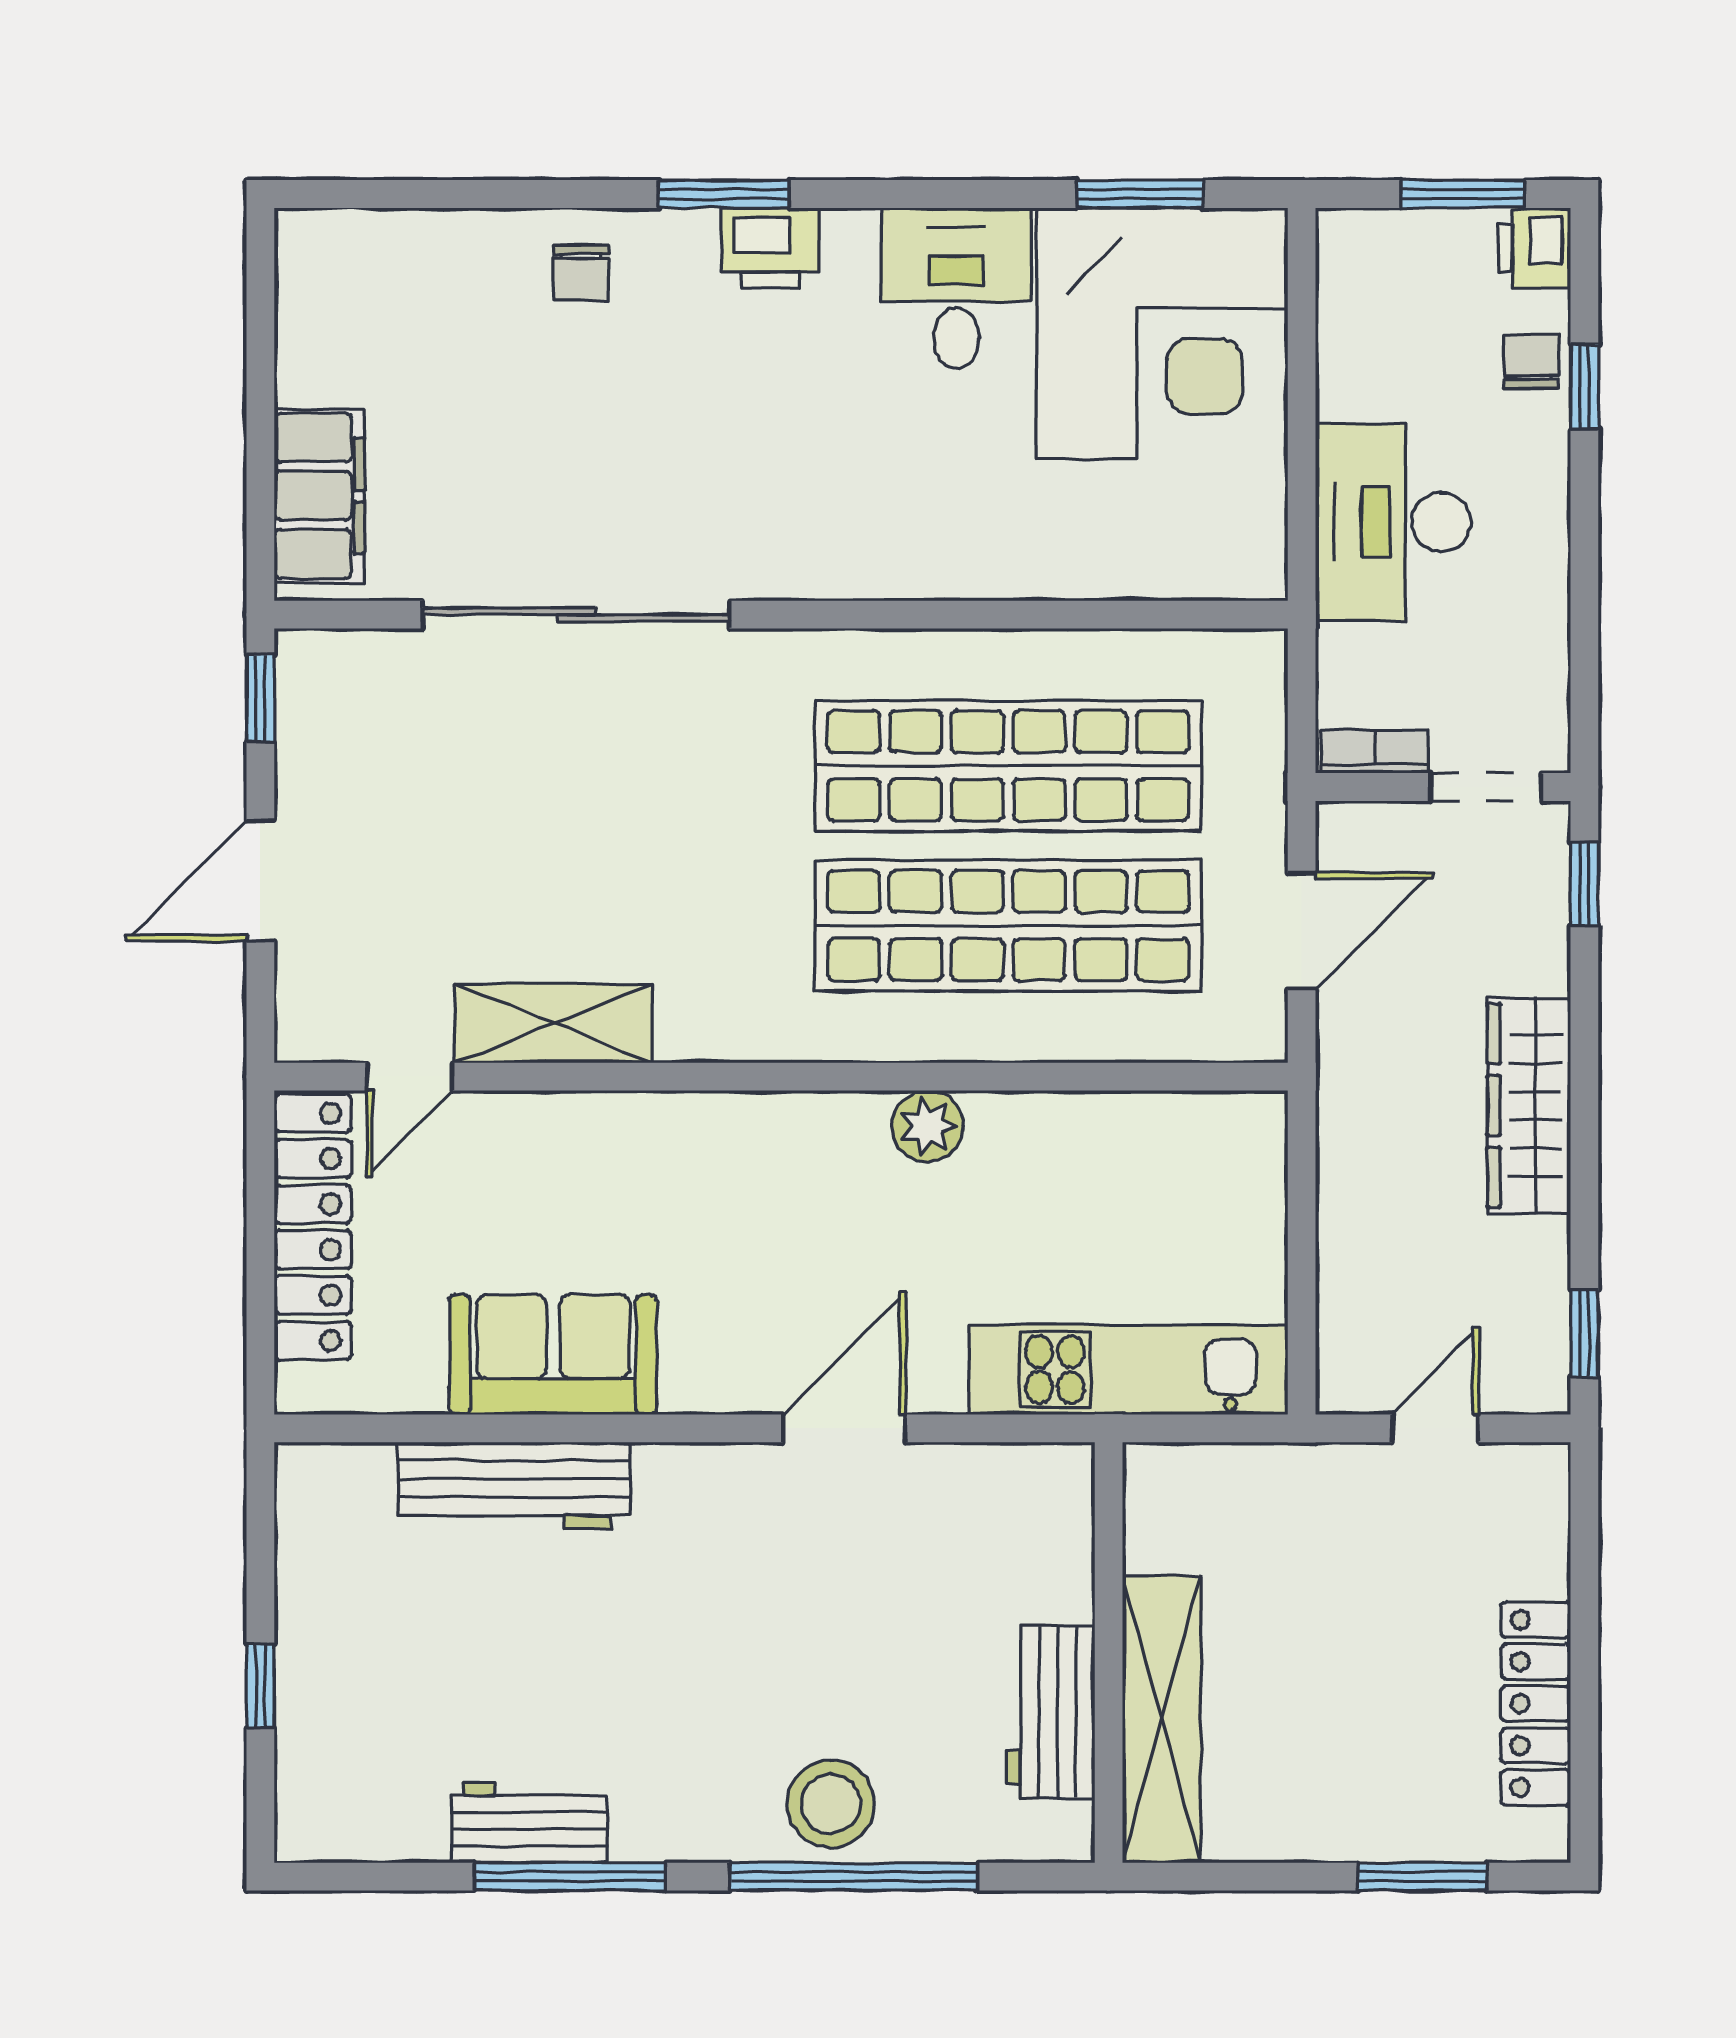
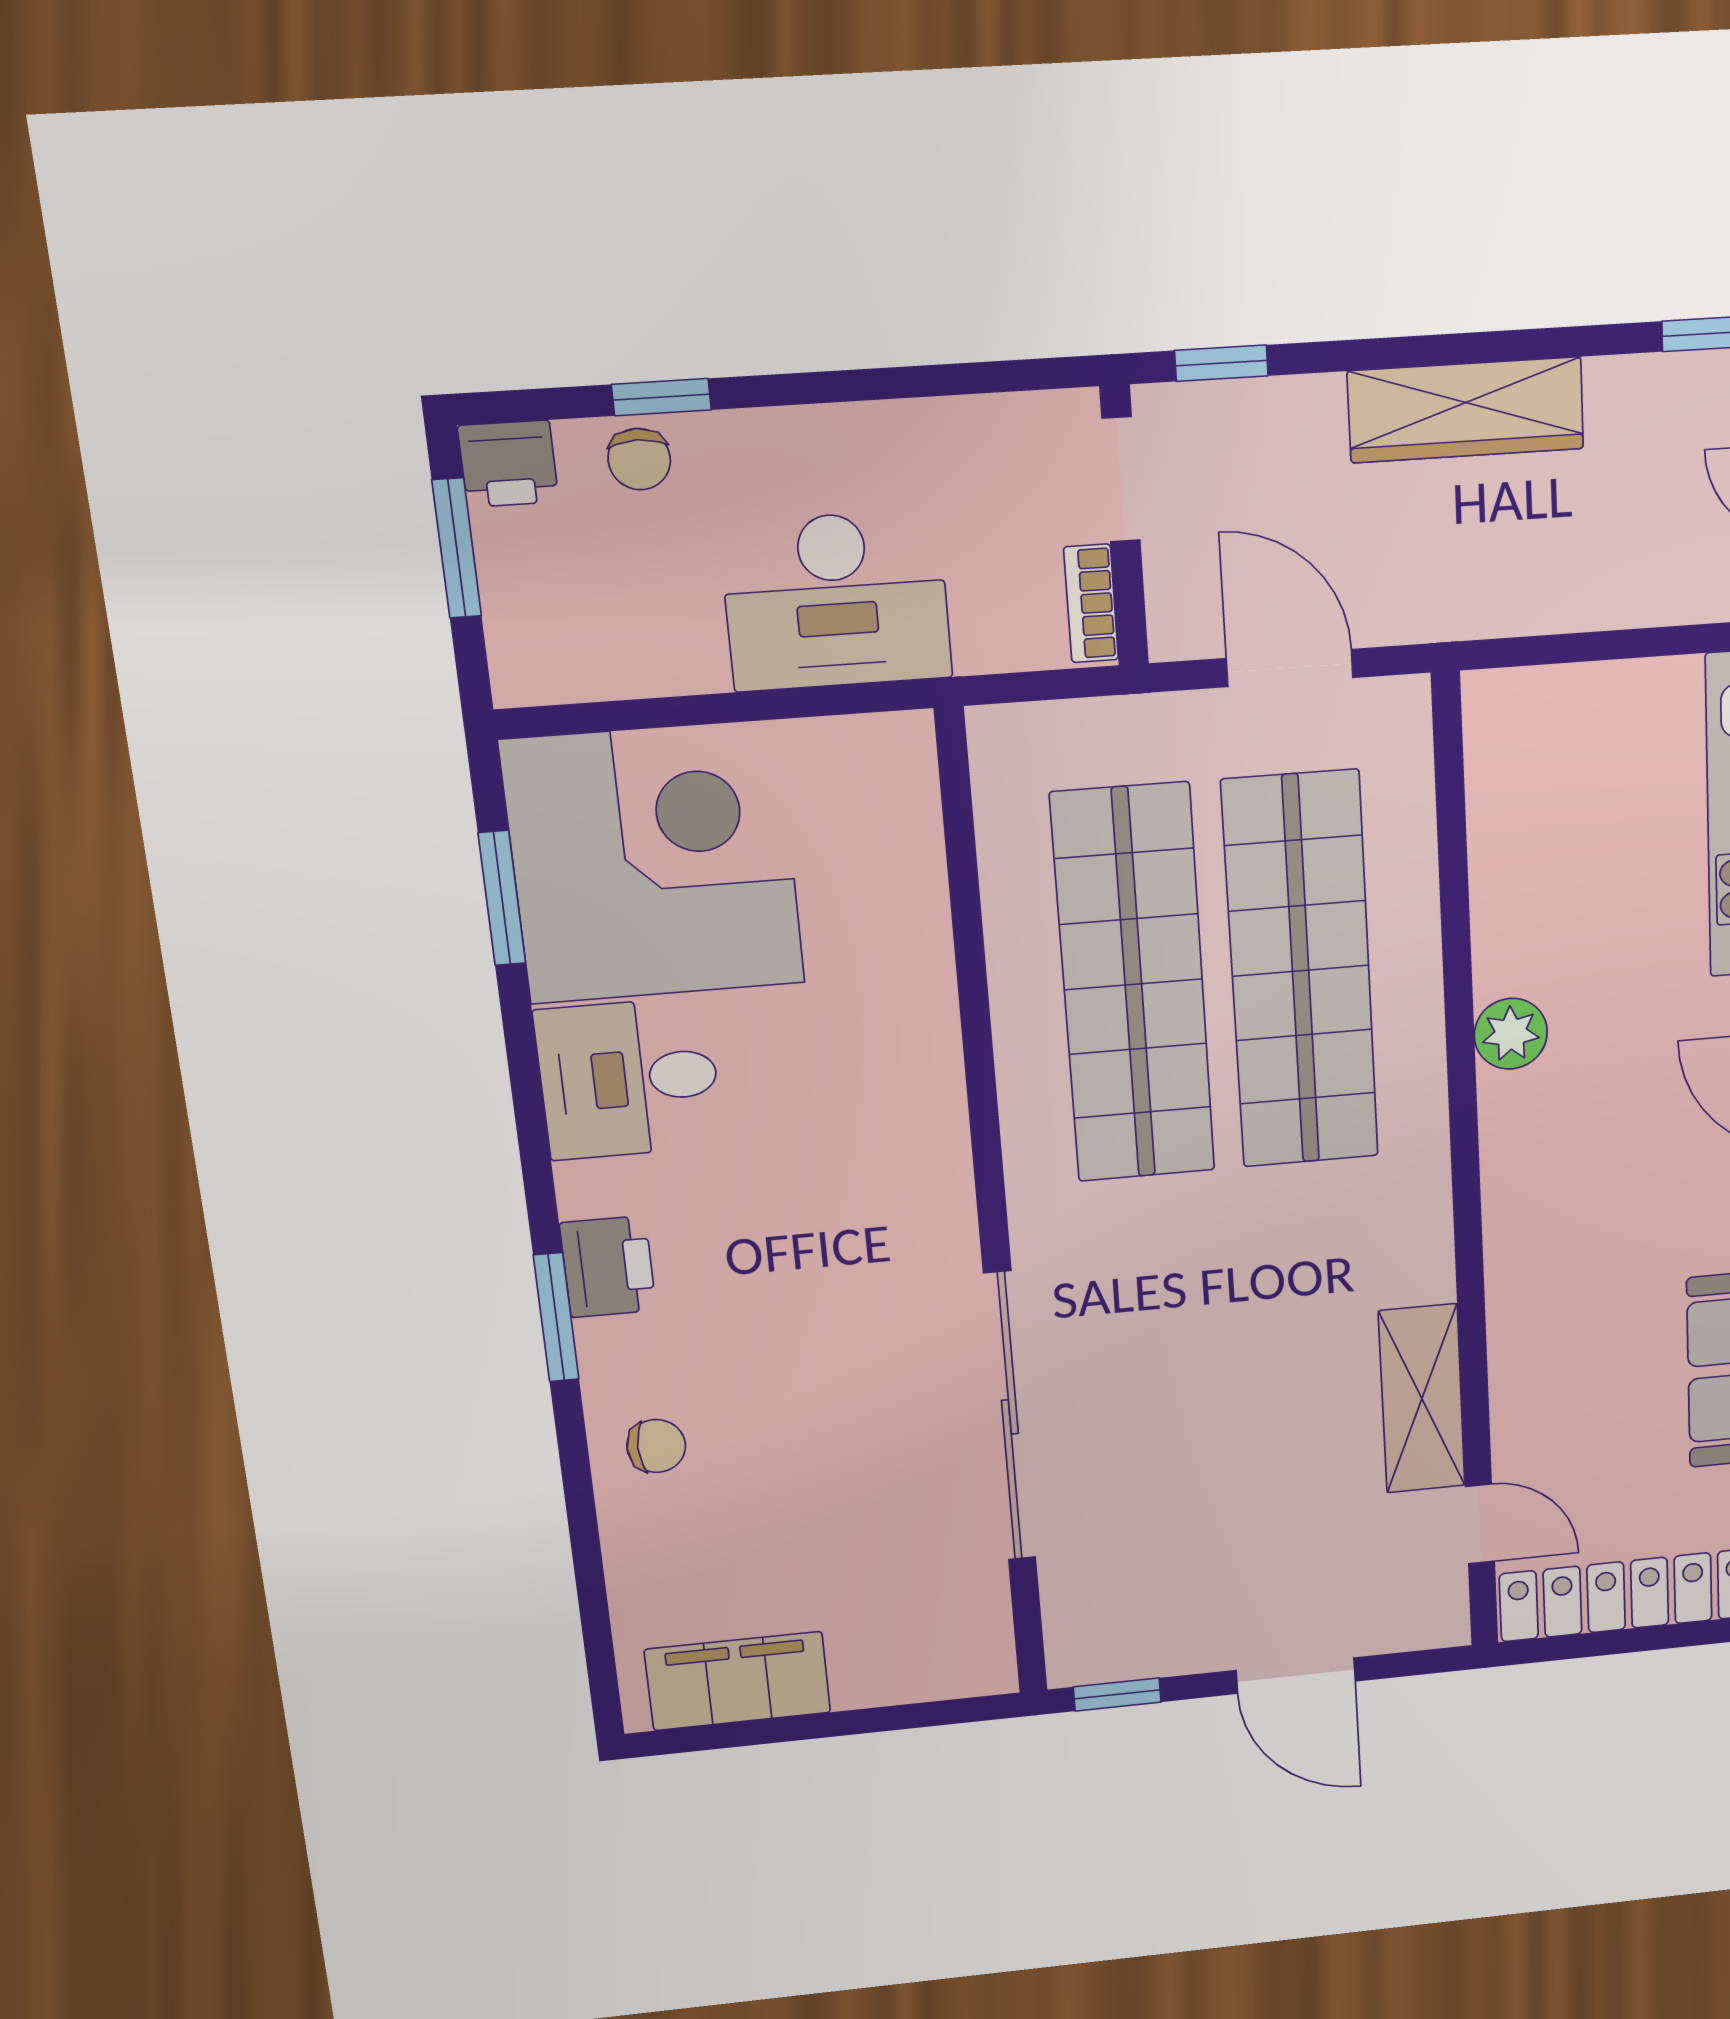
chair: (1531, 361) -> (639, 459), turned -90
filing cabinet: (319, 496) -> (738, 1681), moved

